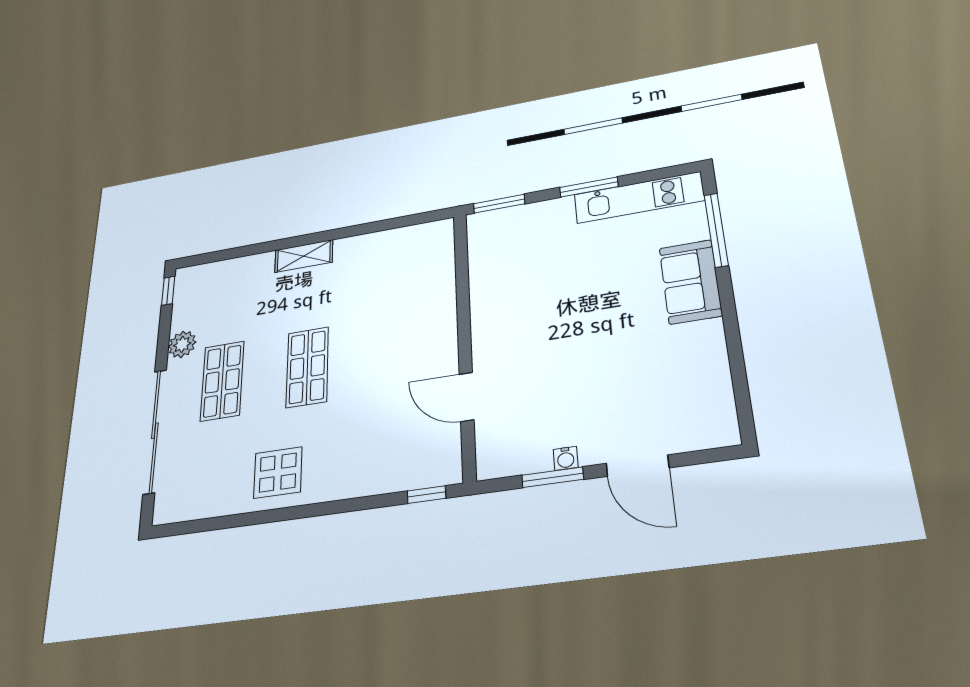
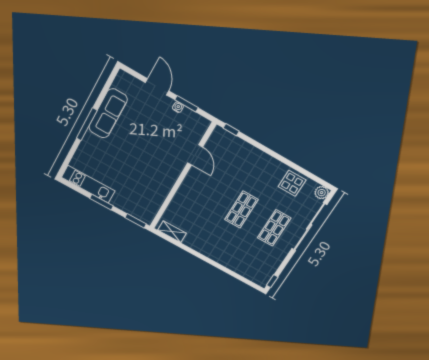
window: (716, 230) -> (87, 124), moved
shelving: (304, 256) -> (172, 232), moved
sofa: (690, 282) -> (108, 113), moved, width x1.36
plant: (182, 344) -> (322, 193), moved
display table: (278, 472) -> (292, 183), moved

